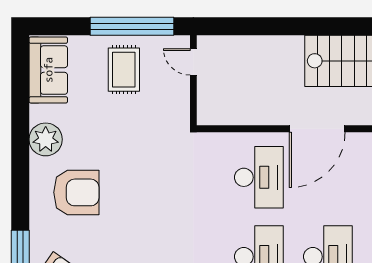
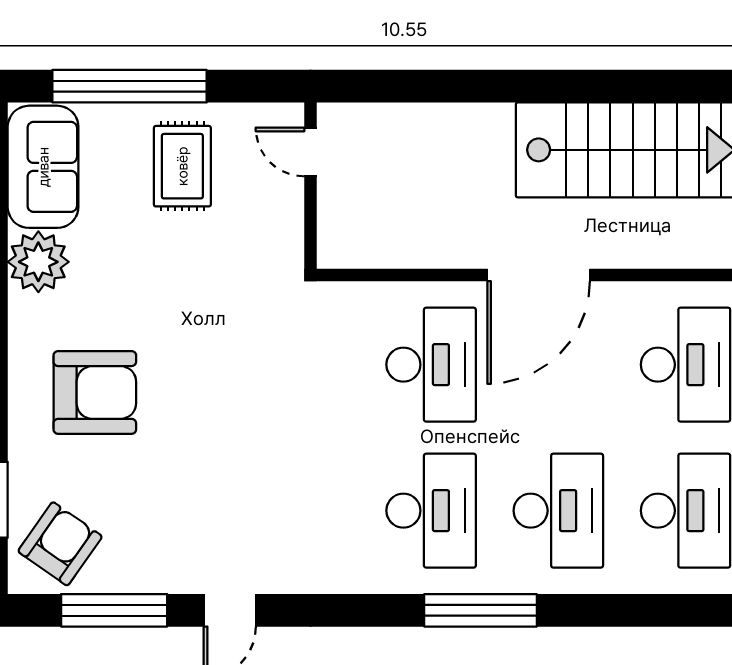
window: (132, 26) -> (130, 86), moved
plant: (46, 139) -> (38, 262), moved

